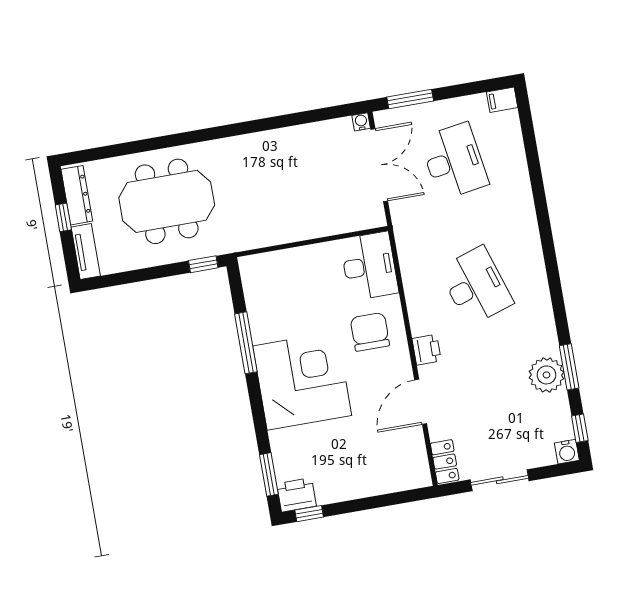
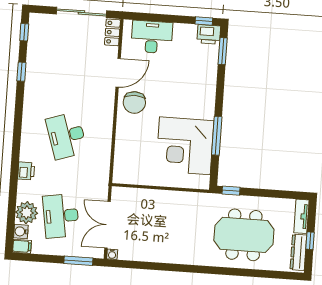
desk: (369, 266) -> (152, 37), moved, turned 90
chair: (370, 332) -> (134, 102), moved
printer: (427, 350) -> (26, 171), moved, turned 180
window: (569, 367) -> (21, 72), width x0.67
plant: (546, 375) -> (27, 213), moved
corner desk: (302, 381) -> (185, 146), moved
water cooler: (567, 452) -> (21, 231), moved, turned -90
sliding door: (500, 480) -> (81, 12), width x1.37

